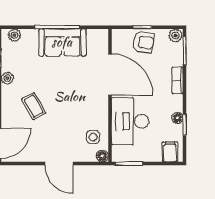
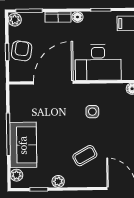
sofa: (62, 42) -> (23, 145), moved
floor lamp: (177, 118) -> (78, 17), moved
side table: (93, 137) -> (92, 112), moved

